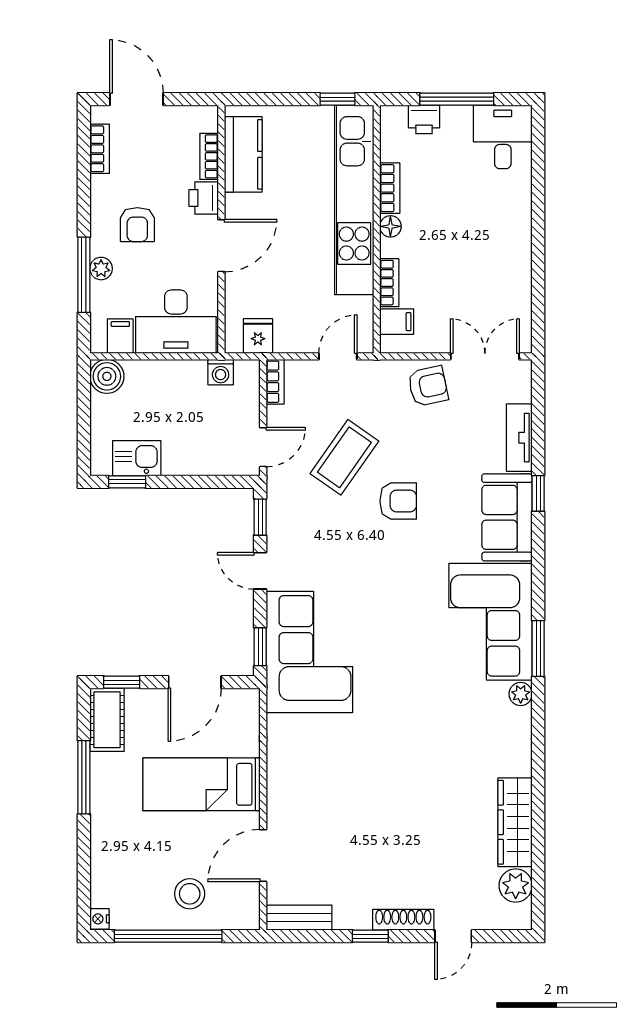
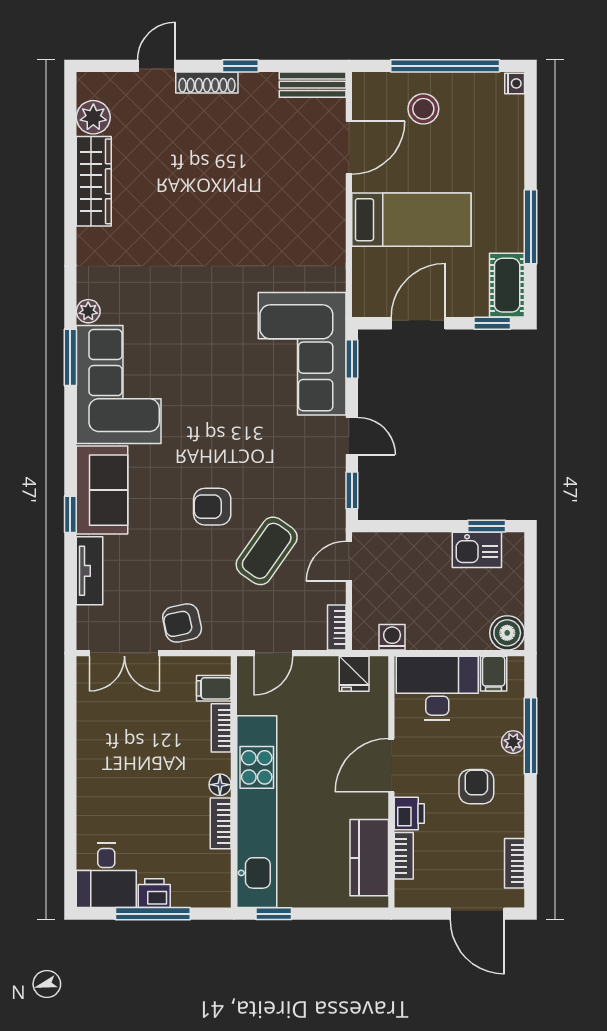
printer: (424, 119) -> (154, 893), moved

